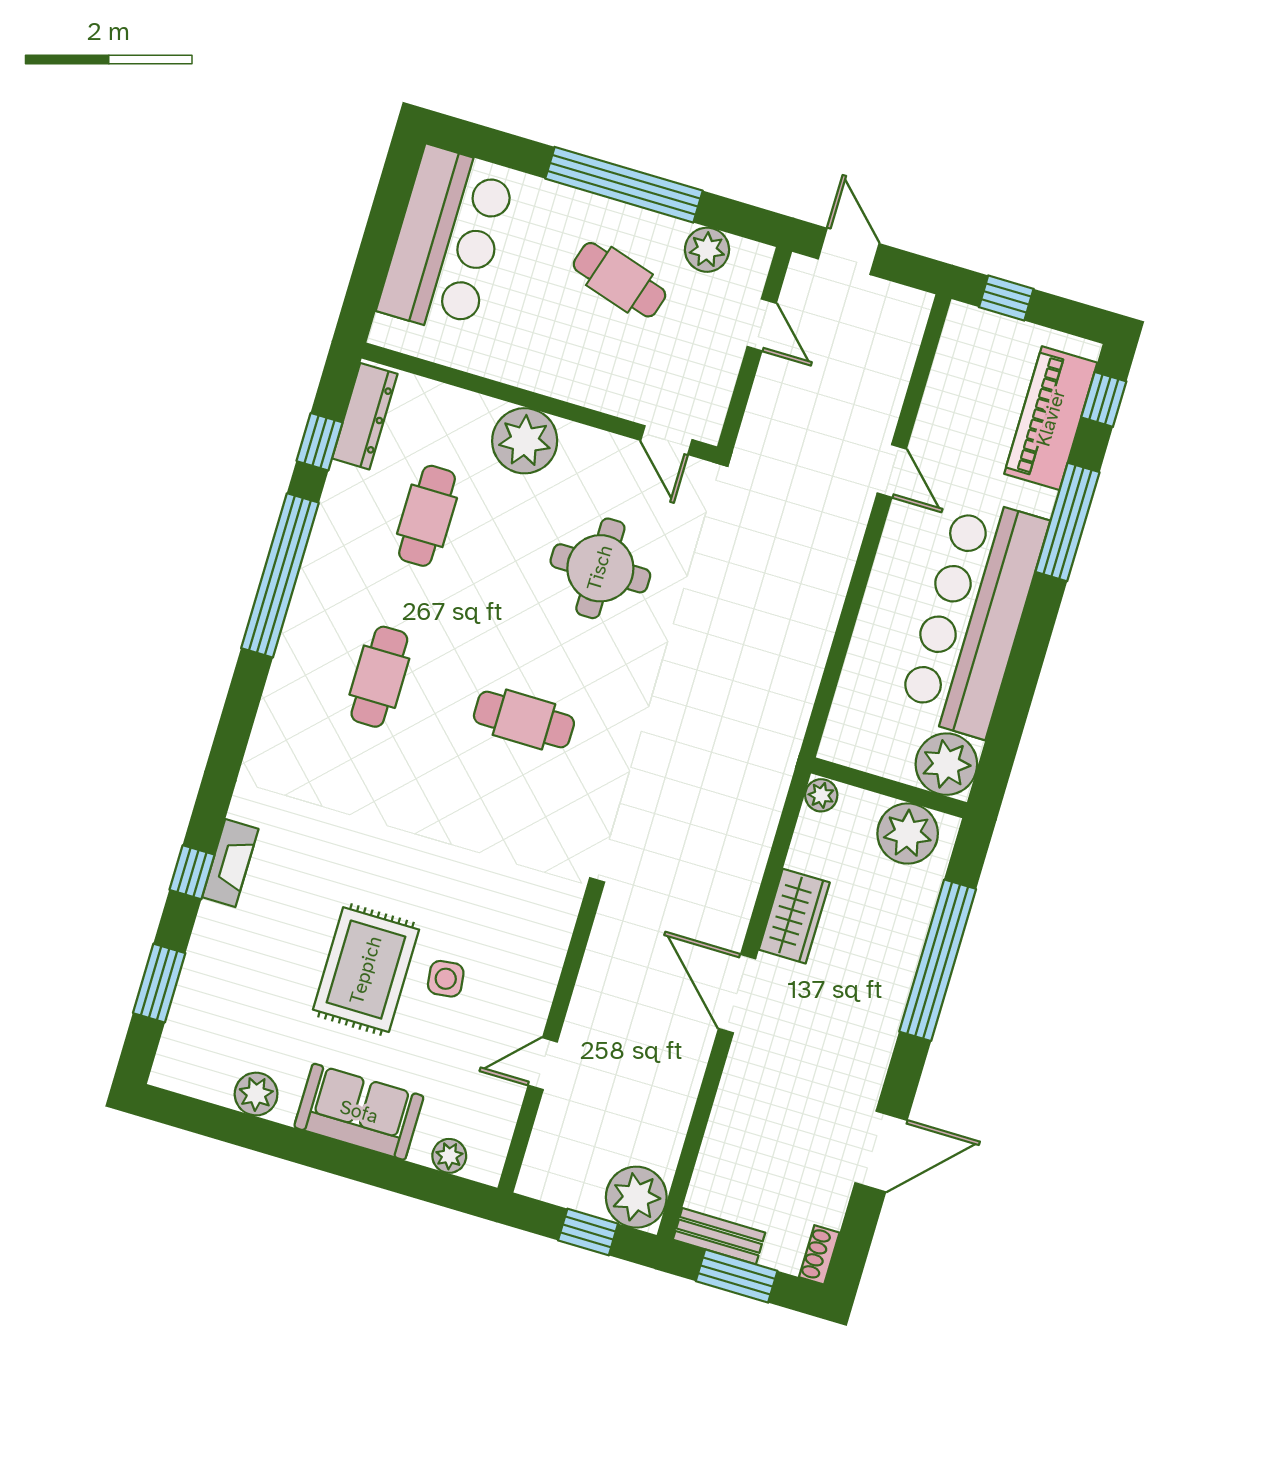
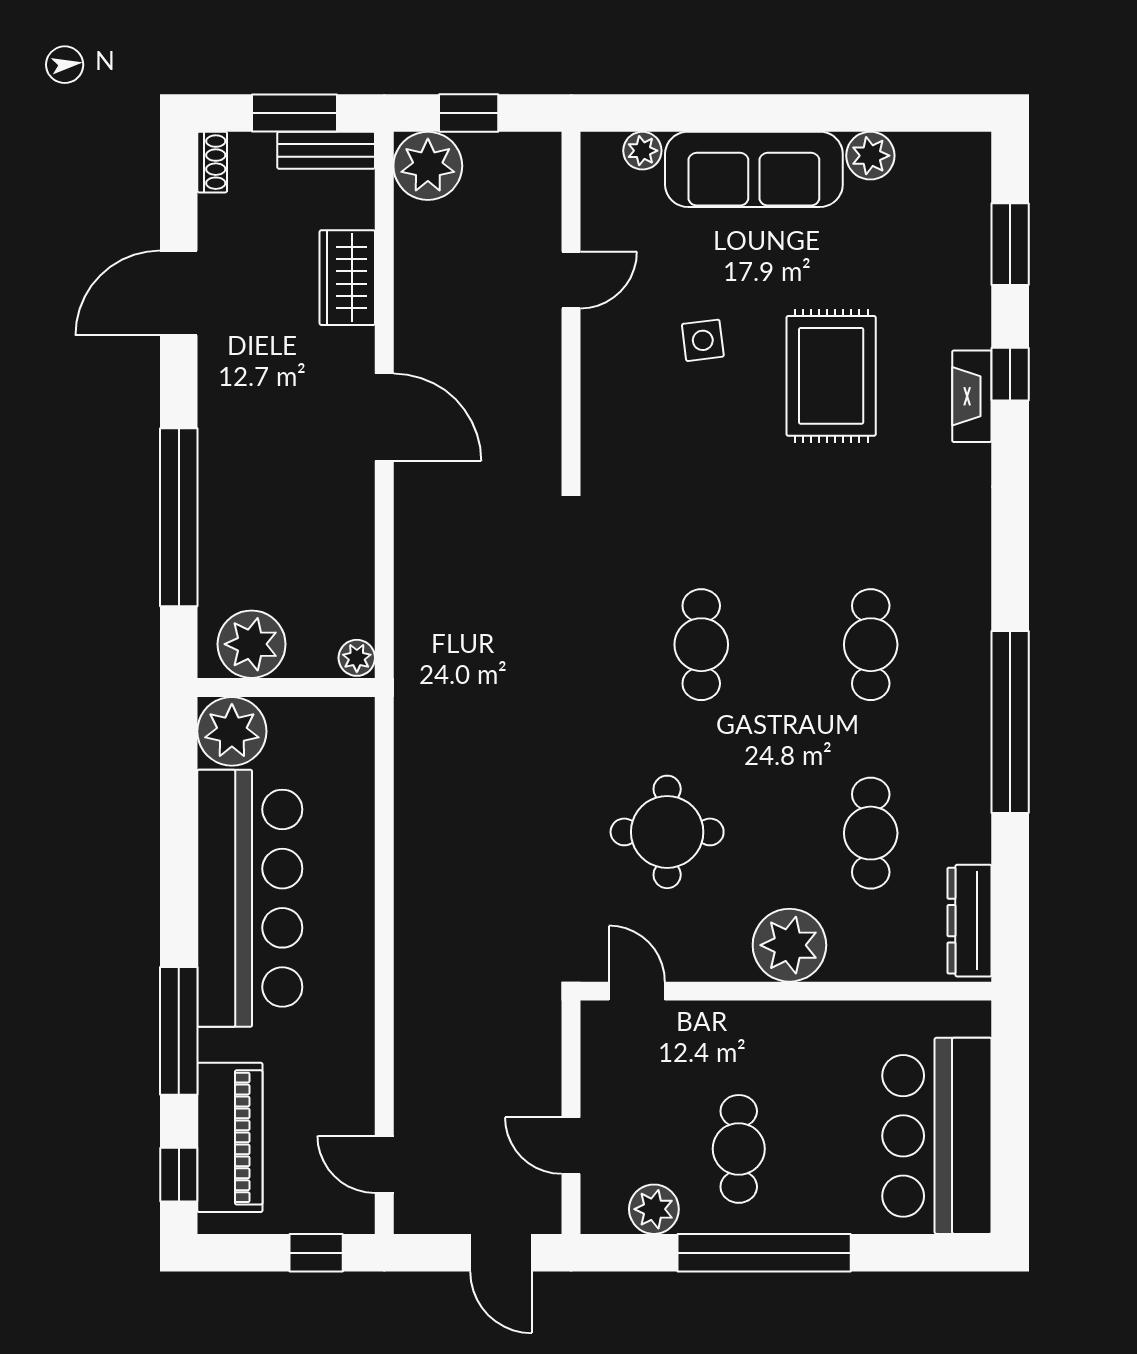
cafe table: (619, 280) -> (739, 1149), turned 73
window: (319, 442) -> (1010, 879), removed
door: (892, 471) -> (384, 1164), moved
cafe table: (524, 720) -> (701, 645), turned 90
wardrobe: (794, 916) -> (347, 278), moved
rug: (366, 970) -> (831, 376), moved
sofa: (359, 1112) -> (754, 169), width x1.36

